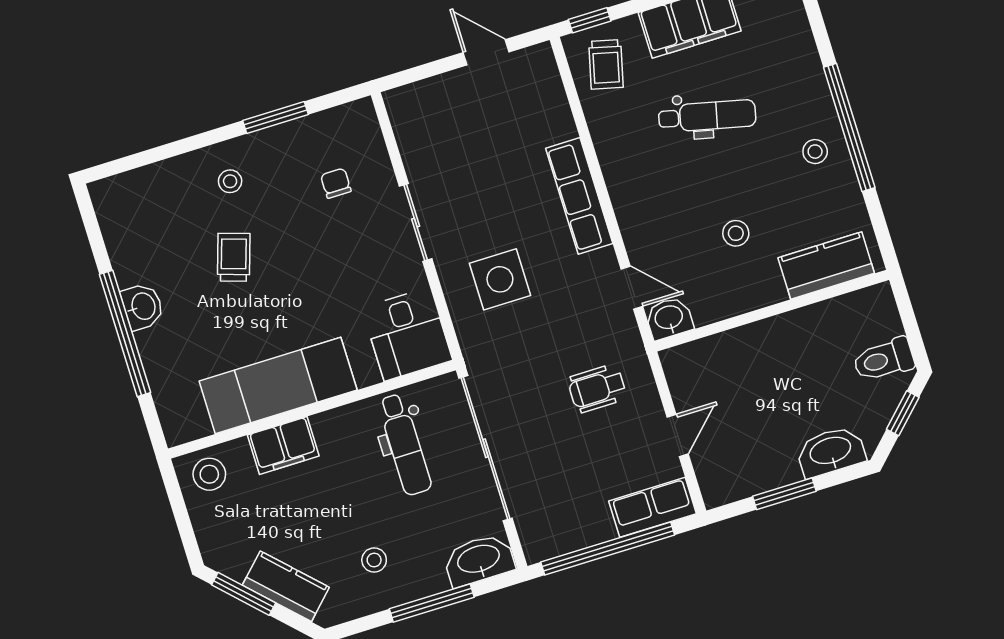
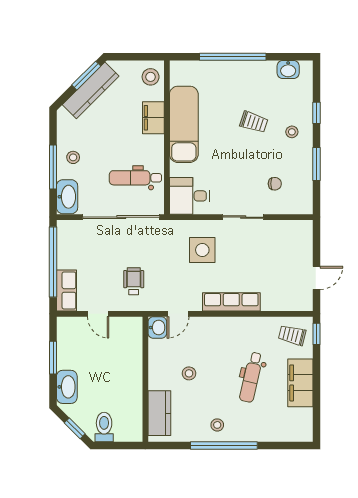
window: (181, 147) -> (316, 113), added
washbasin: (142, 306) -> (288, 70), moved
stool: (374, 560) -> (73, 157), moved
kitchen counter: (286, 586) -> (91, 90), width x1.50

